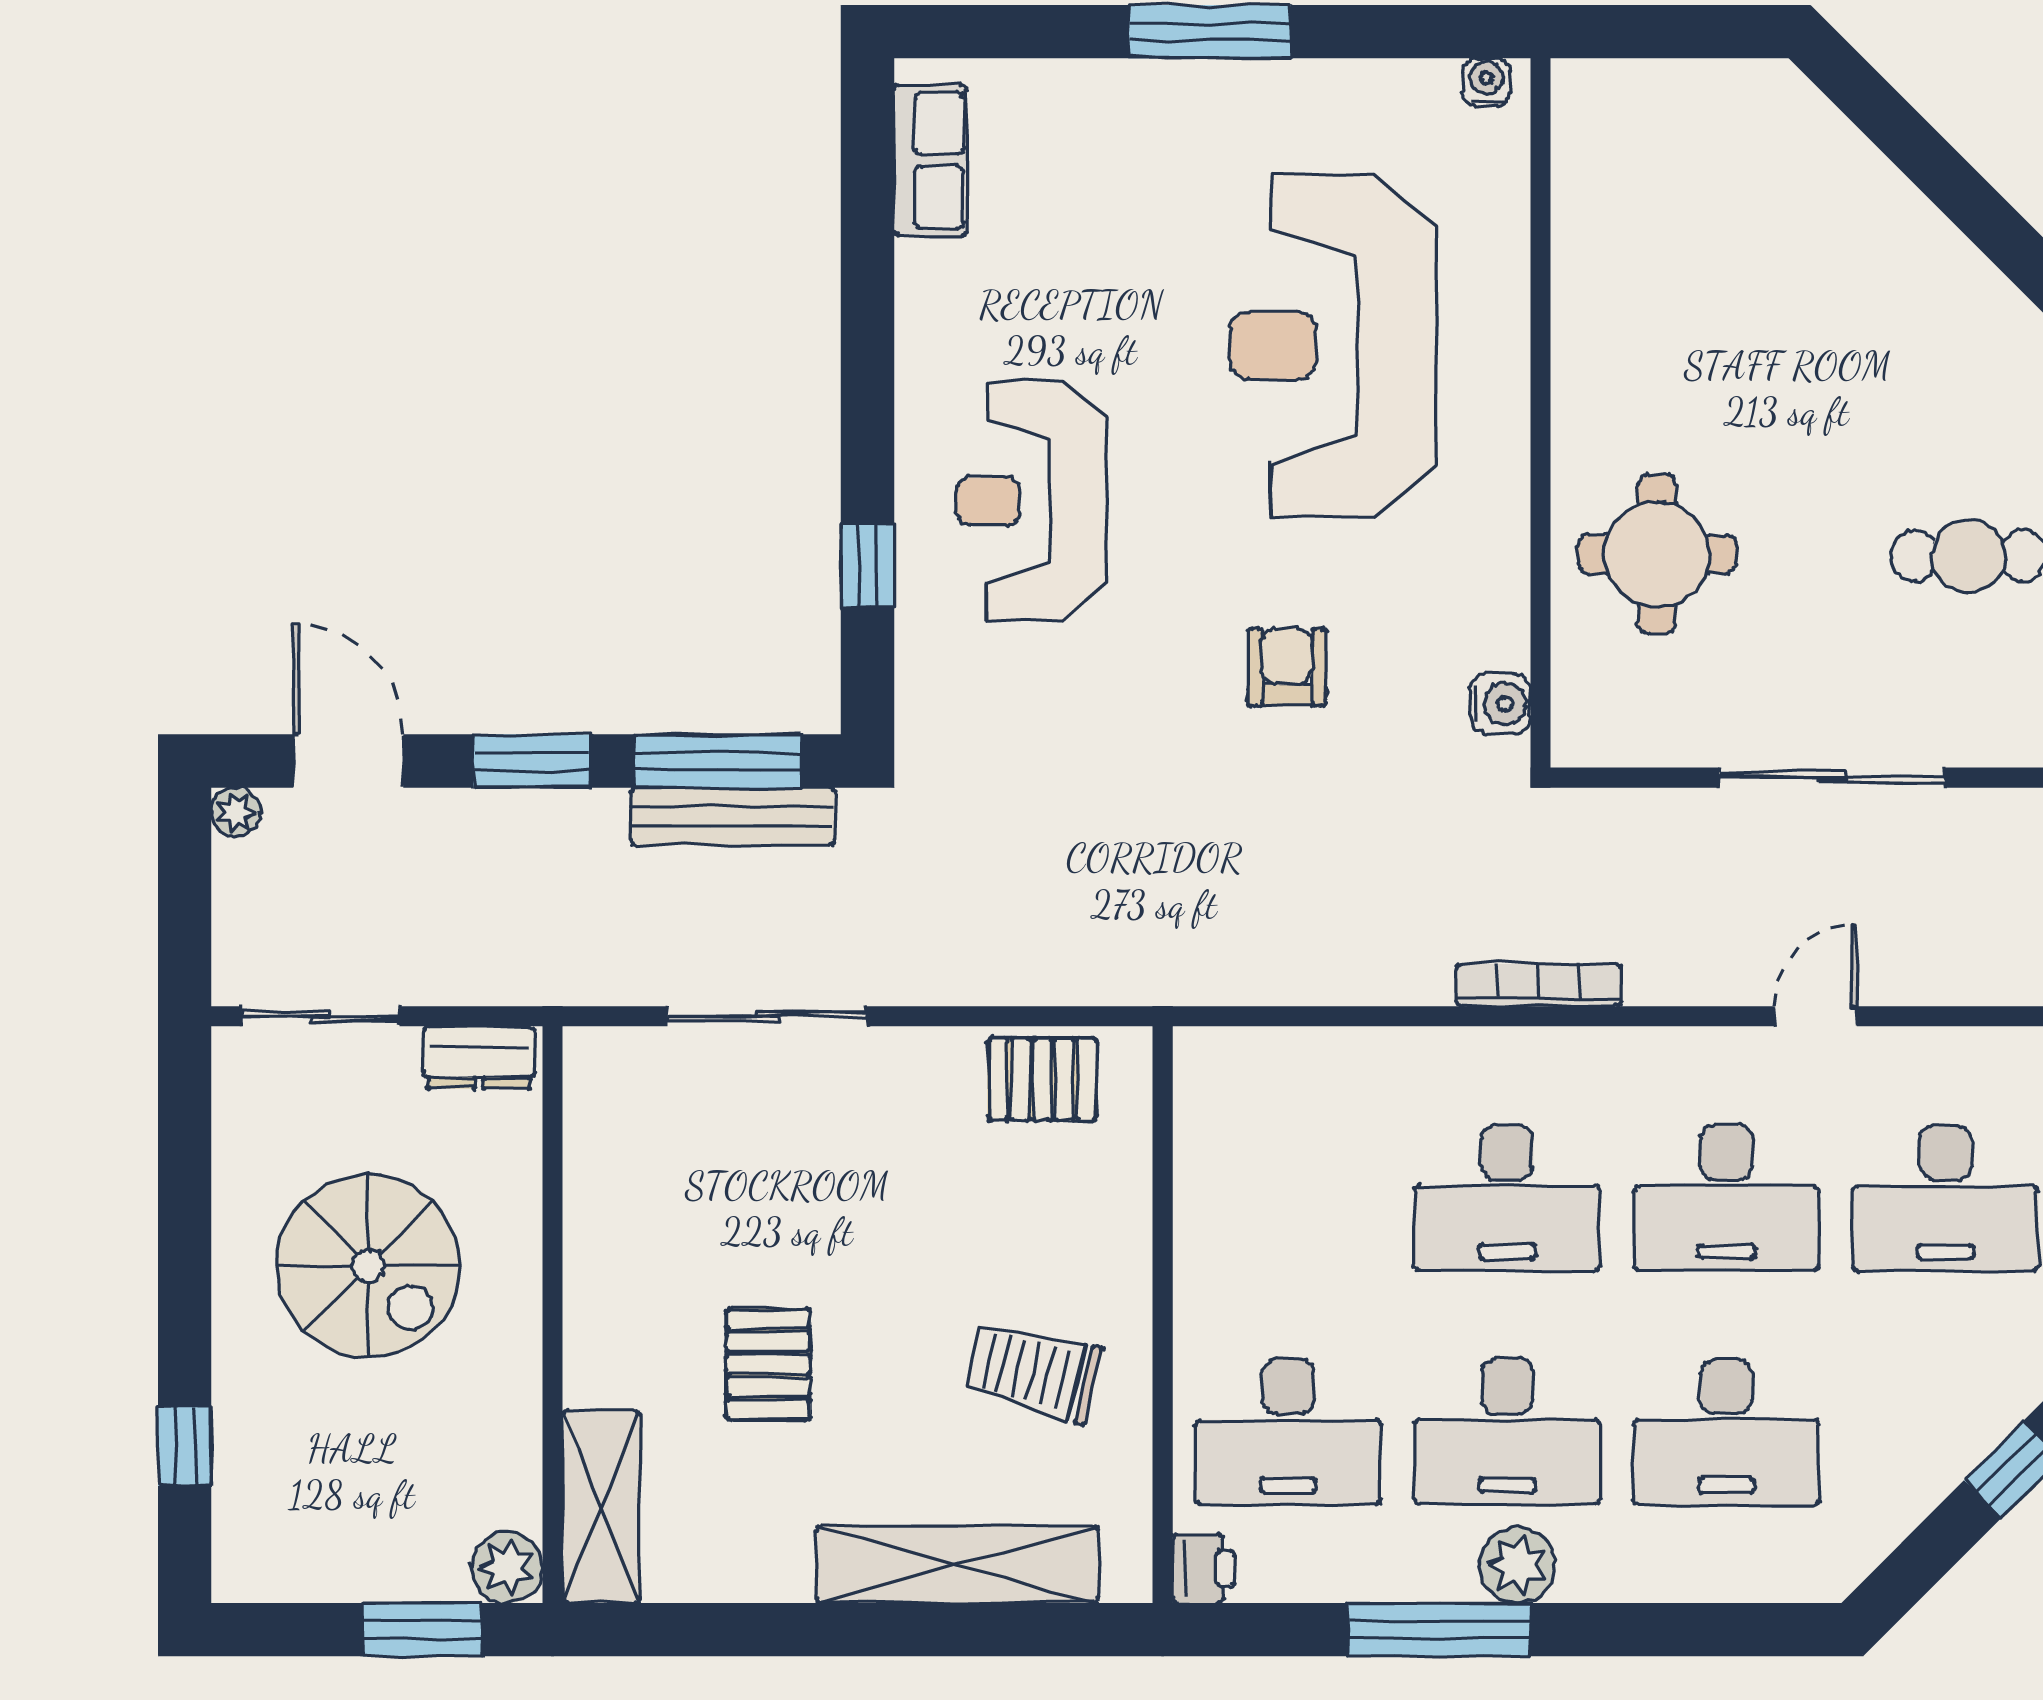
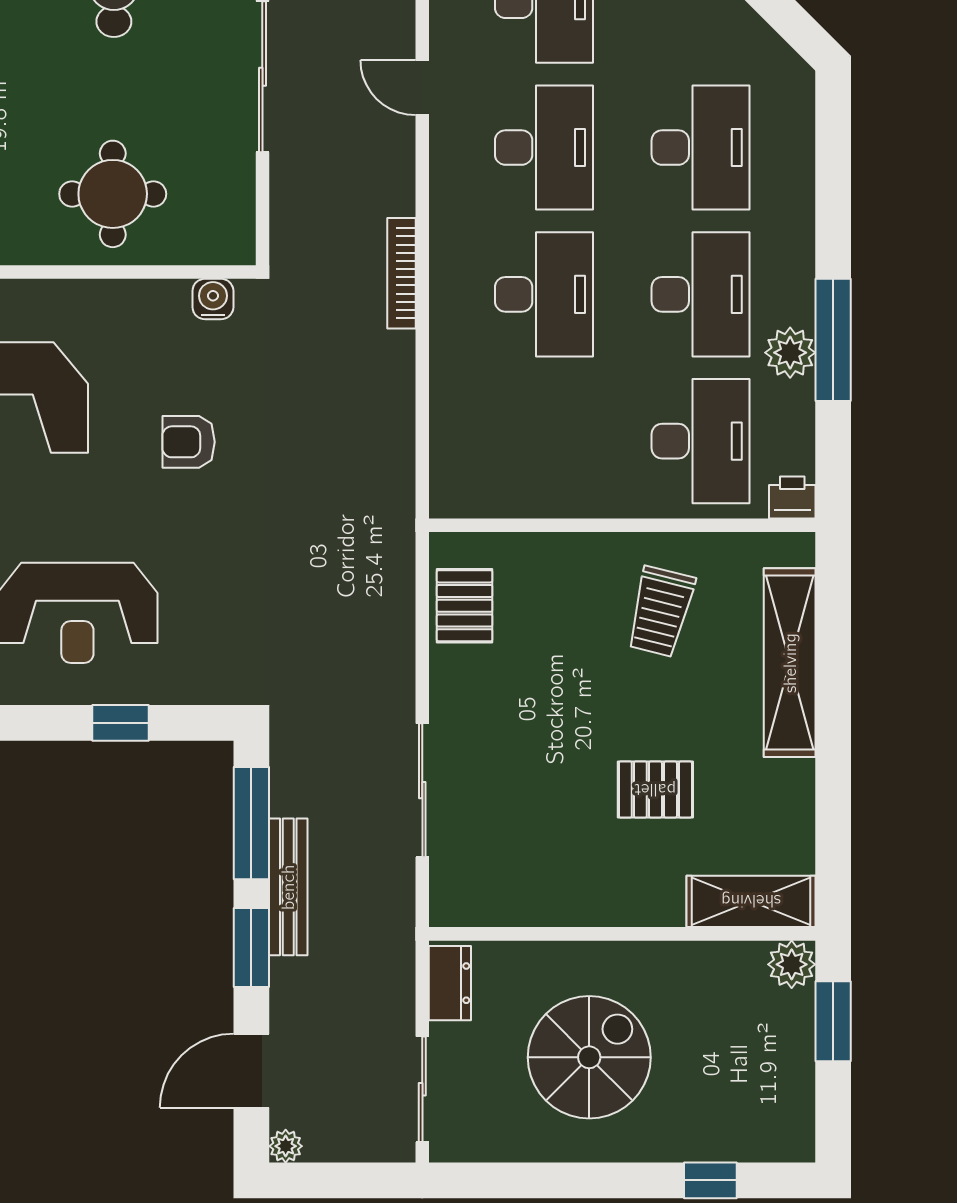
bench: (732, 816) -> (288, 887), moved
plant: (1517, 1565) -> (790, 353), moved

